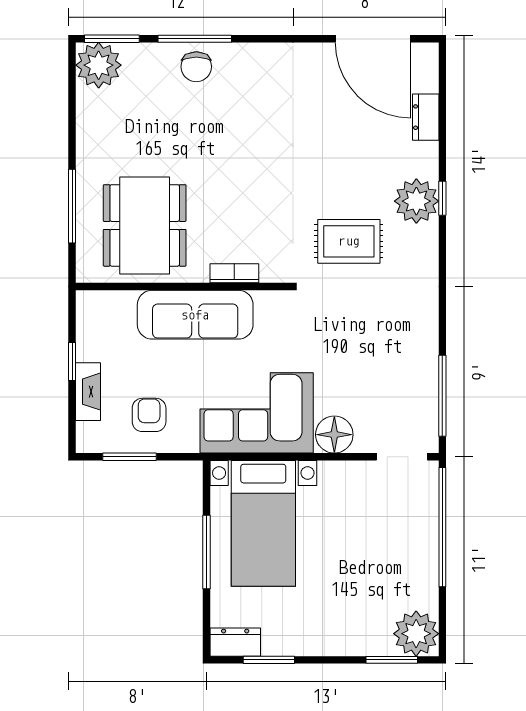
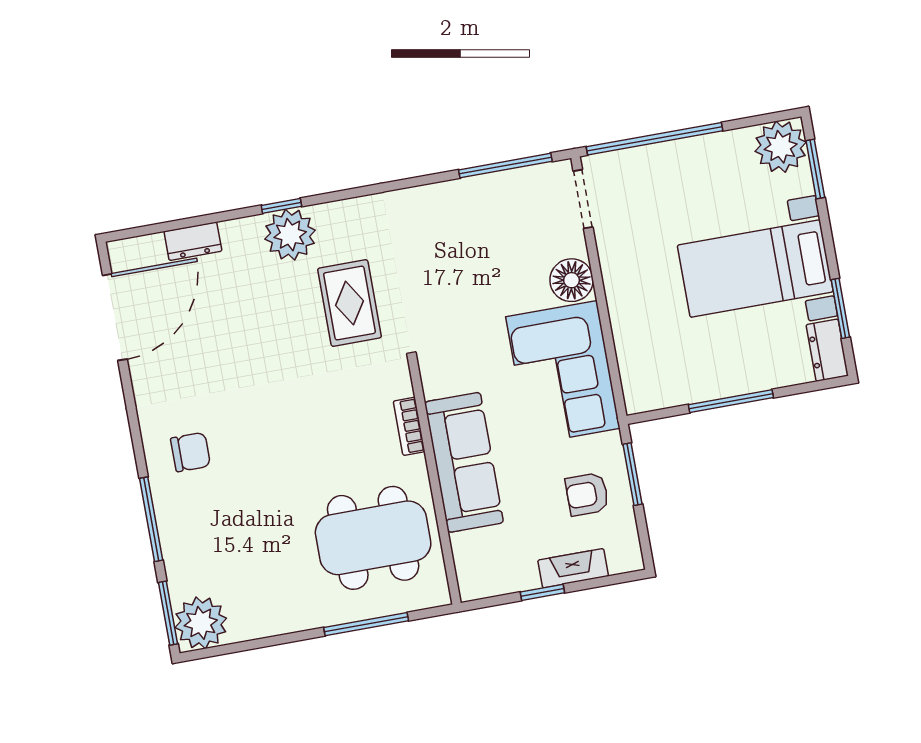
chair: (196, 67) -> (191, 452), moved
window: (130, 457) -> (632, 474), moved
bed with nightstands: (263, 523) -> (755, 269), moved, turned 180

